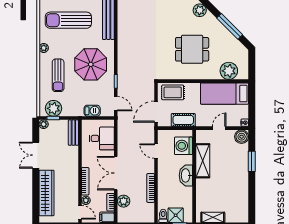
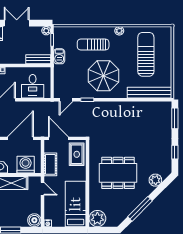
dining table: (192, 49) -> (118, 173), width x1.38
plant: (229, 71) -> (97, 219), moved
plant: (53, 108) -> (61, 40), removed
barbecue: (92, 111) -> (59, 56), moved
door: (219, 128) -> (42, 189), moved
door: (156, 151) -> (20, 138), width x1.88

